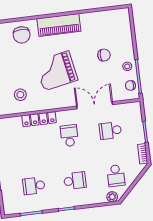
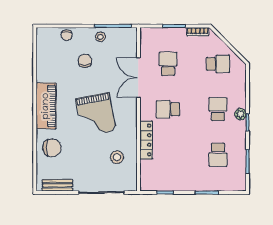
chair: (130, 85) -> (67, 35), moved
school desk: (110, 131) -> (168, 64), turned 180
plant: (112, 197) -> (240, 114), moved

